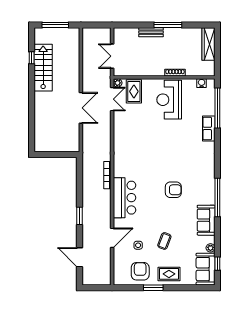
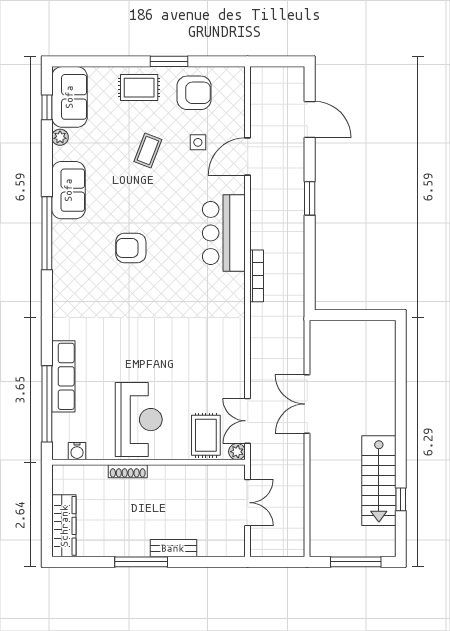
row of seats: (209, 128) -> (63, 376), width x1.48
armchair: (140, 271) -> (194, 93), turned -90

